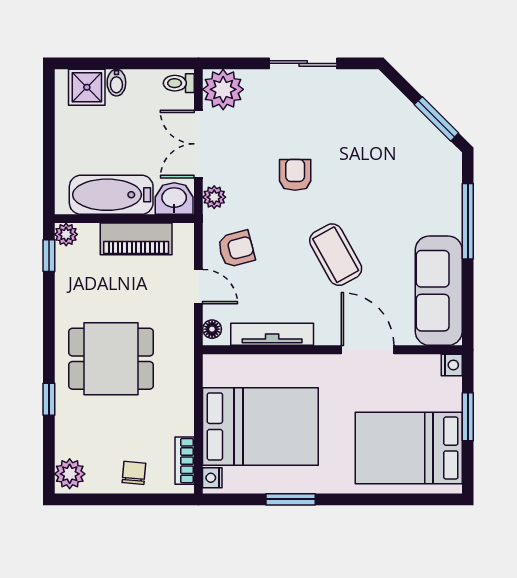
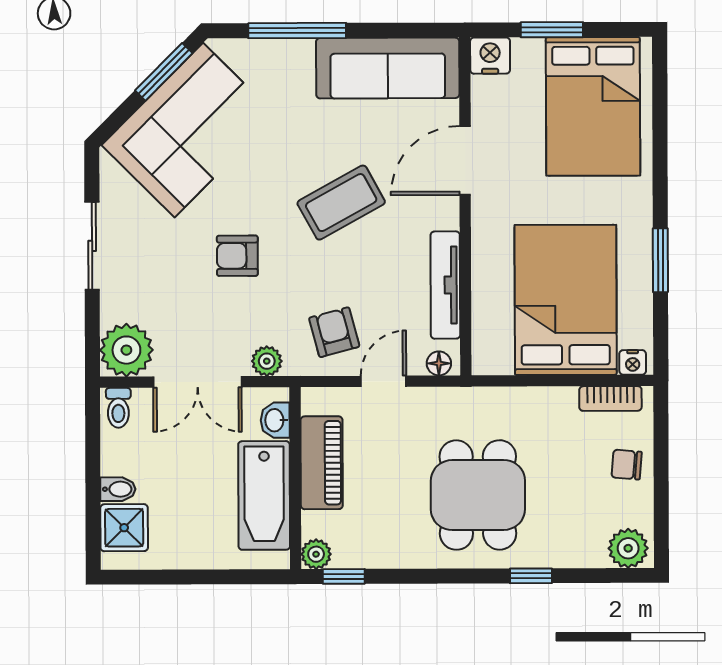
corner sofa: (392, 138) -> (189, 130), added
washbasin: (174, 198) -> (275, 420), width x0.72, depth x0.69
nightstand: (452, 365) -> (490, 56), width x1.39, depth x1.35

